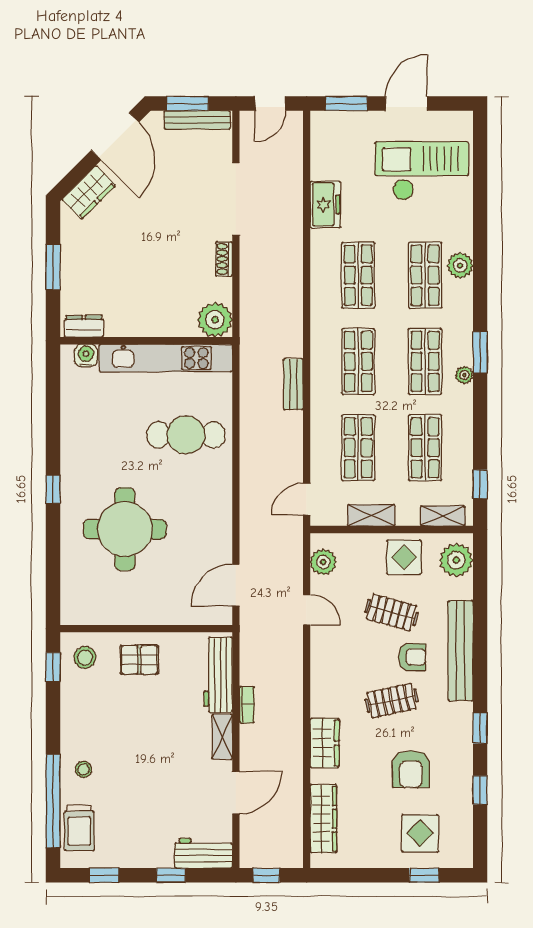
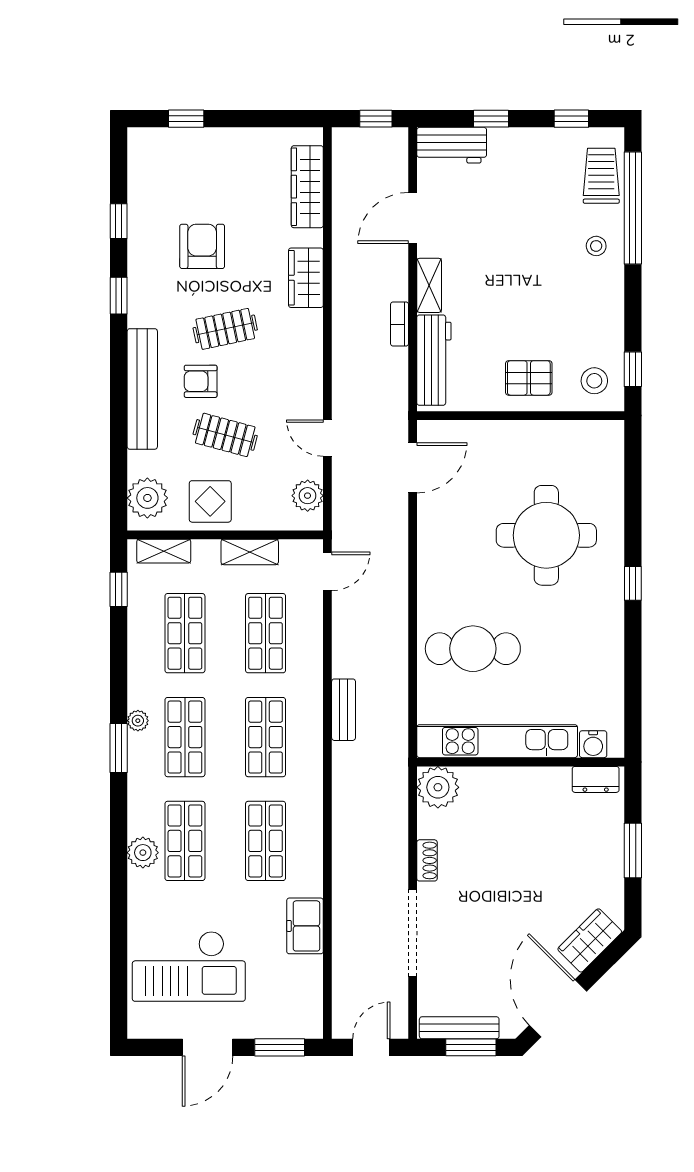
display table: (420, 833) -> (191, 169), removed

